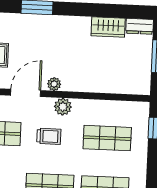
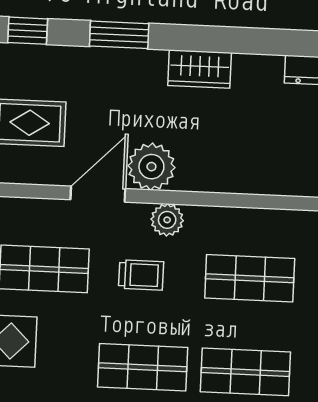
wardrobe: (108, 27) -> (200, 69), moved
plant: (54, 84) -> (151, 167), width x1.88, depth x1.88

